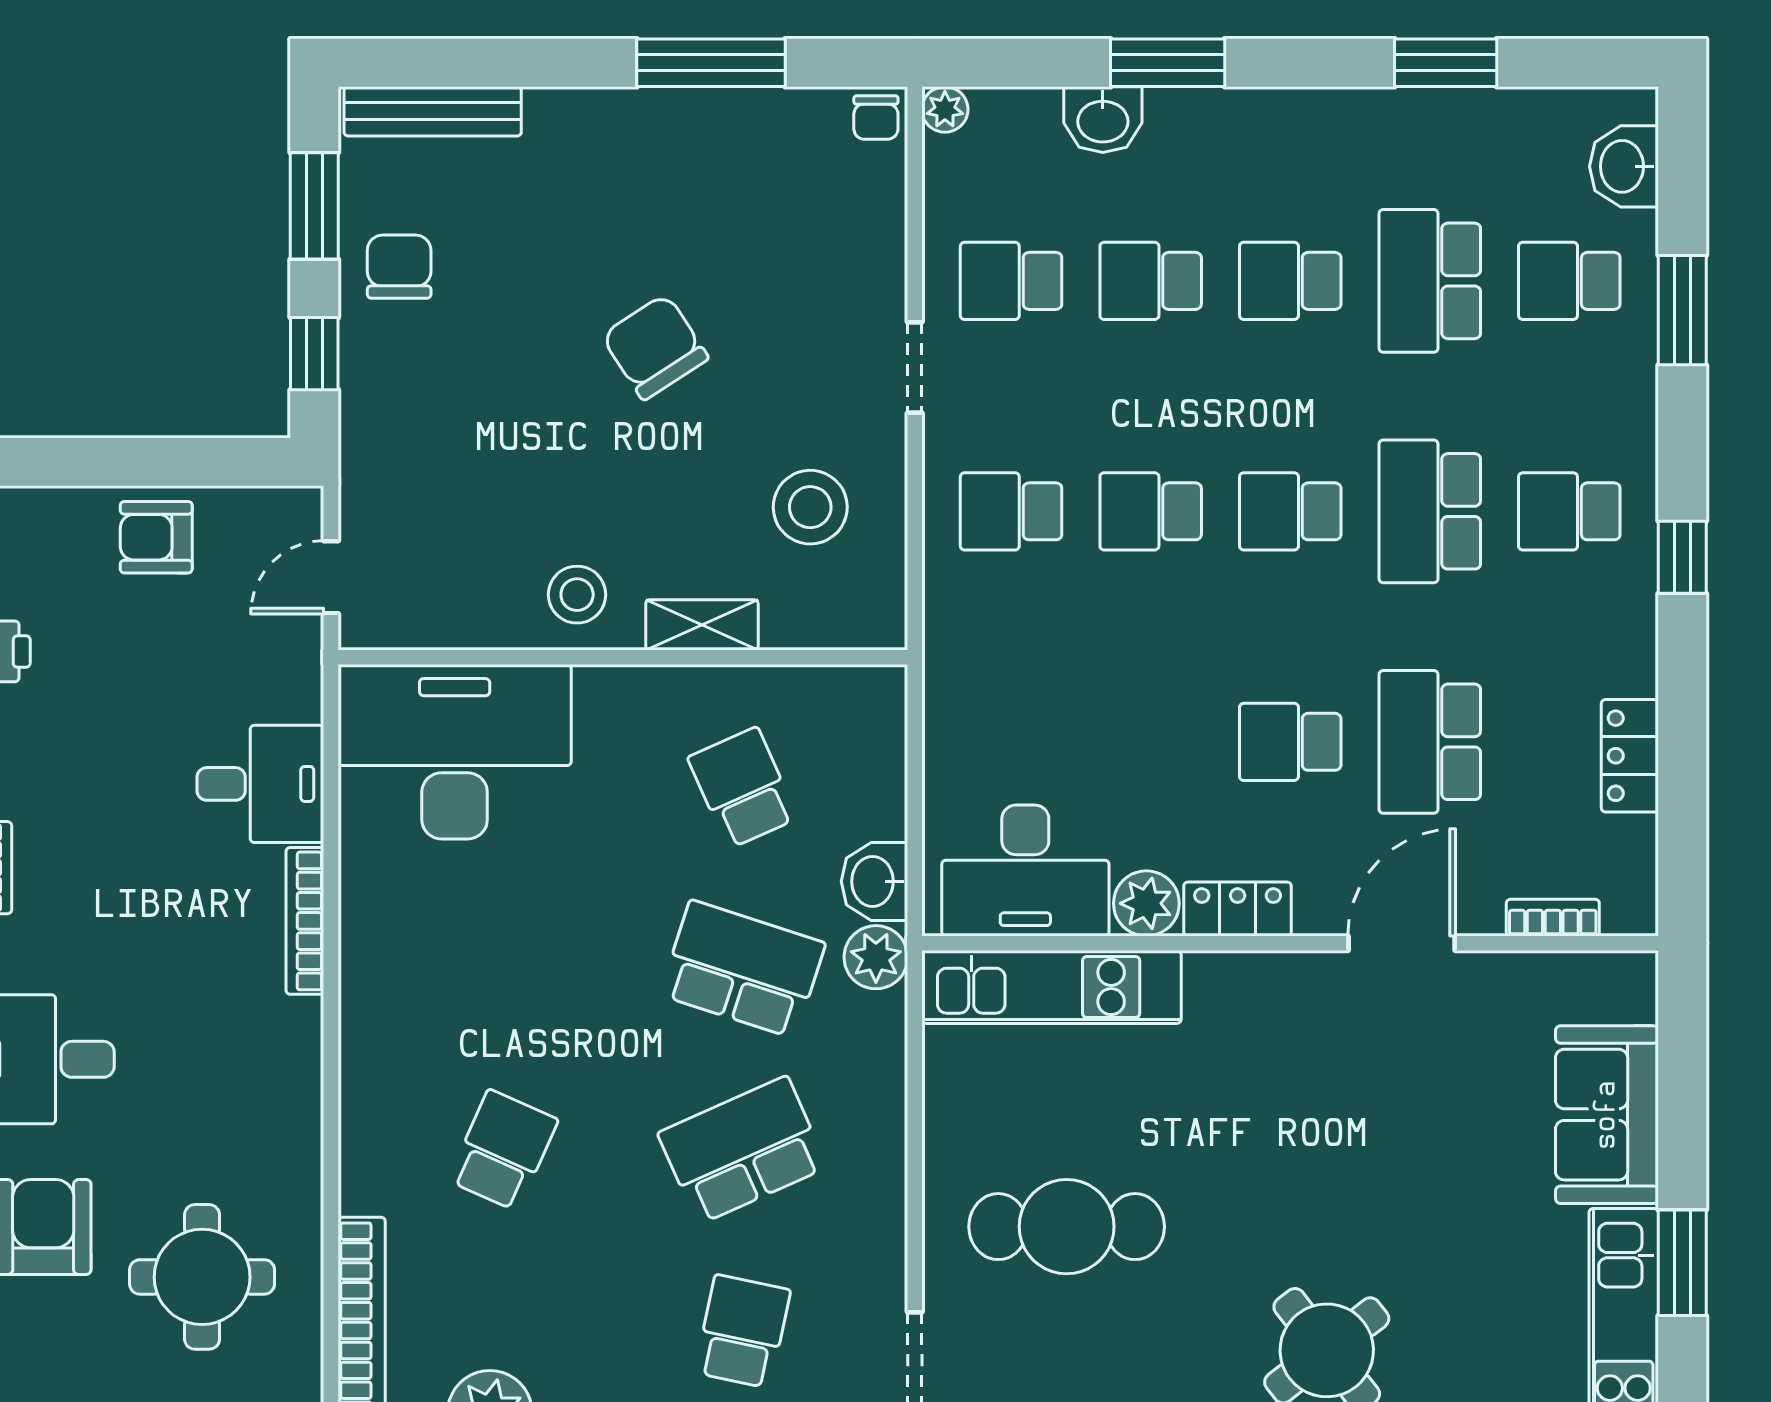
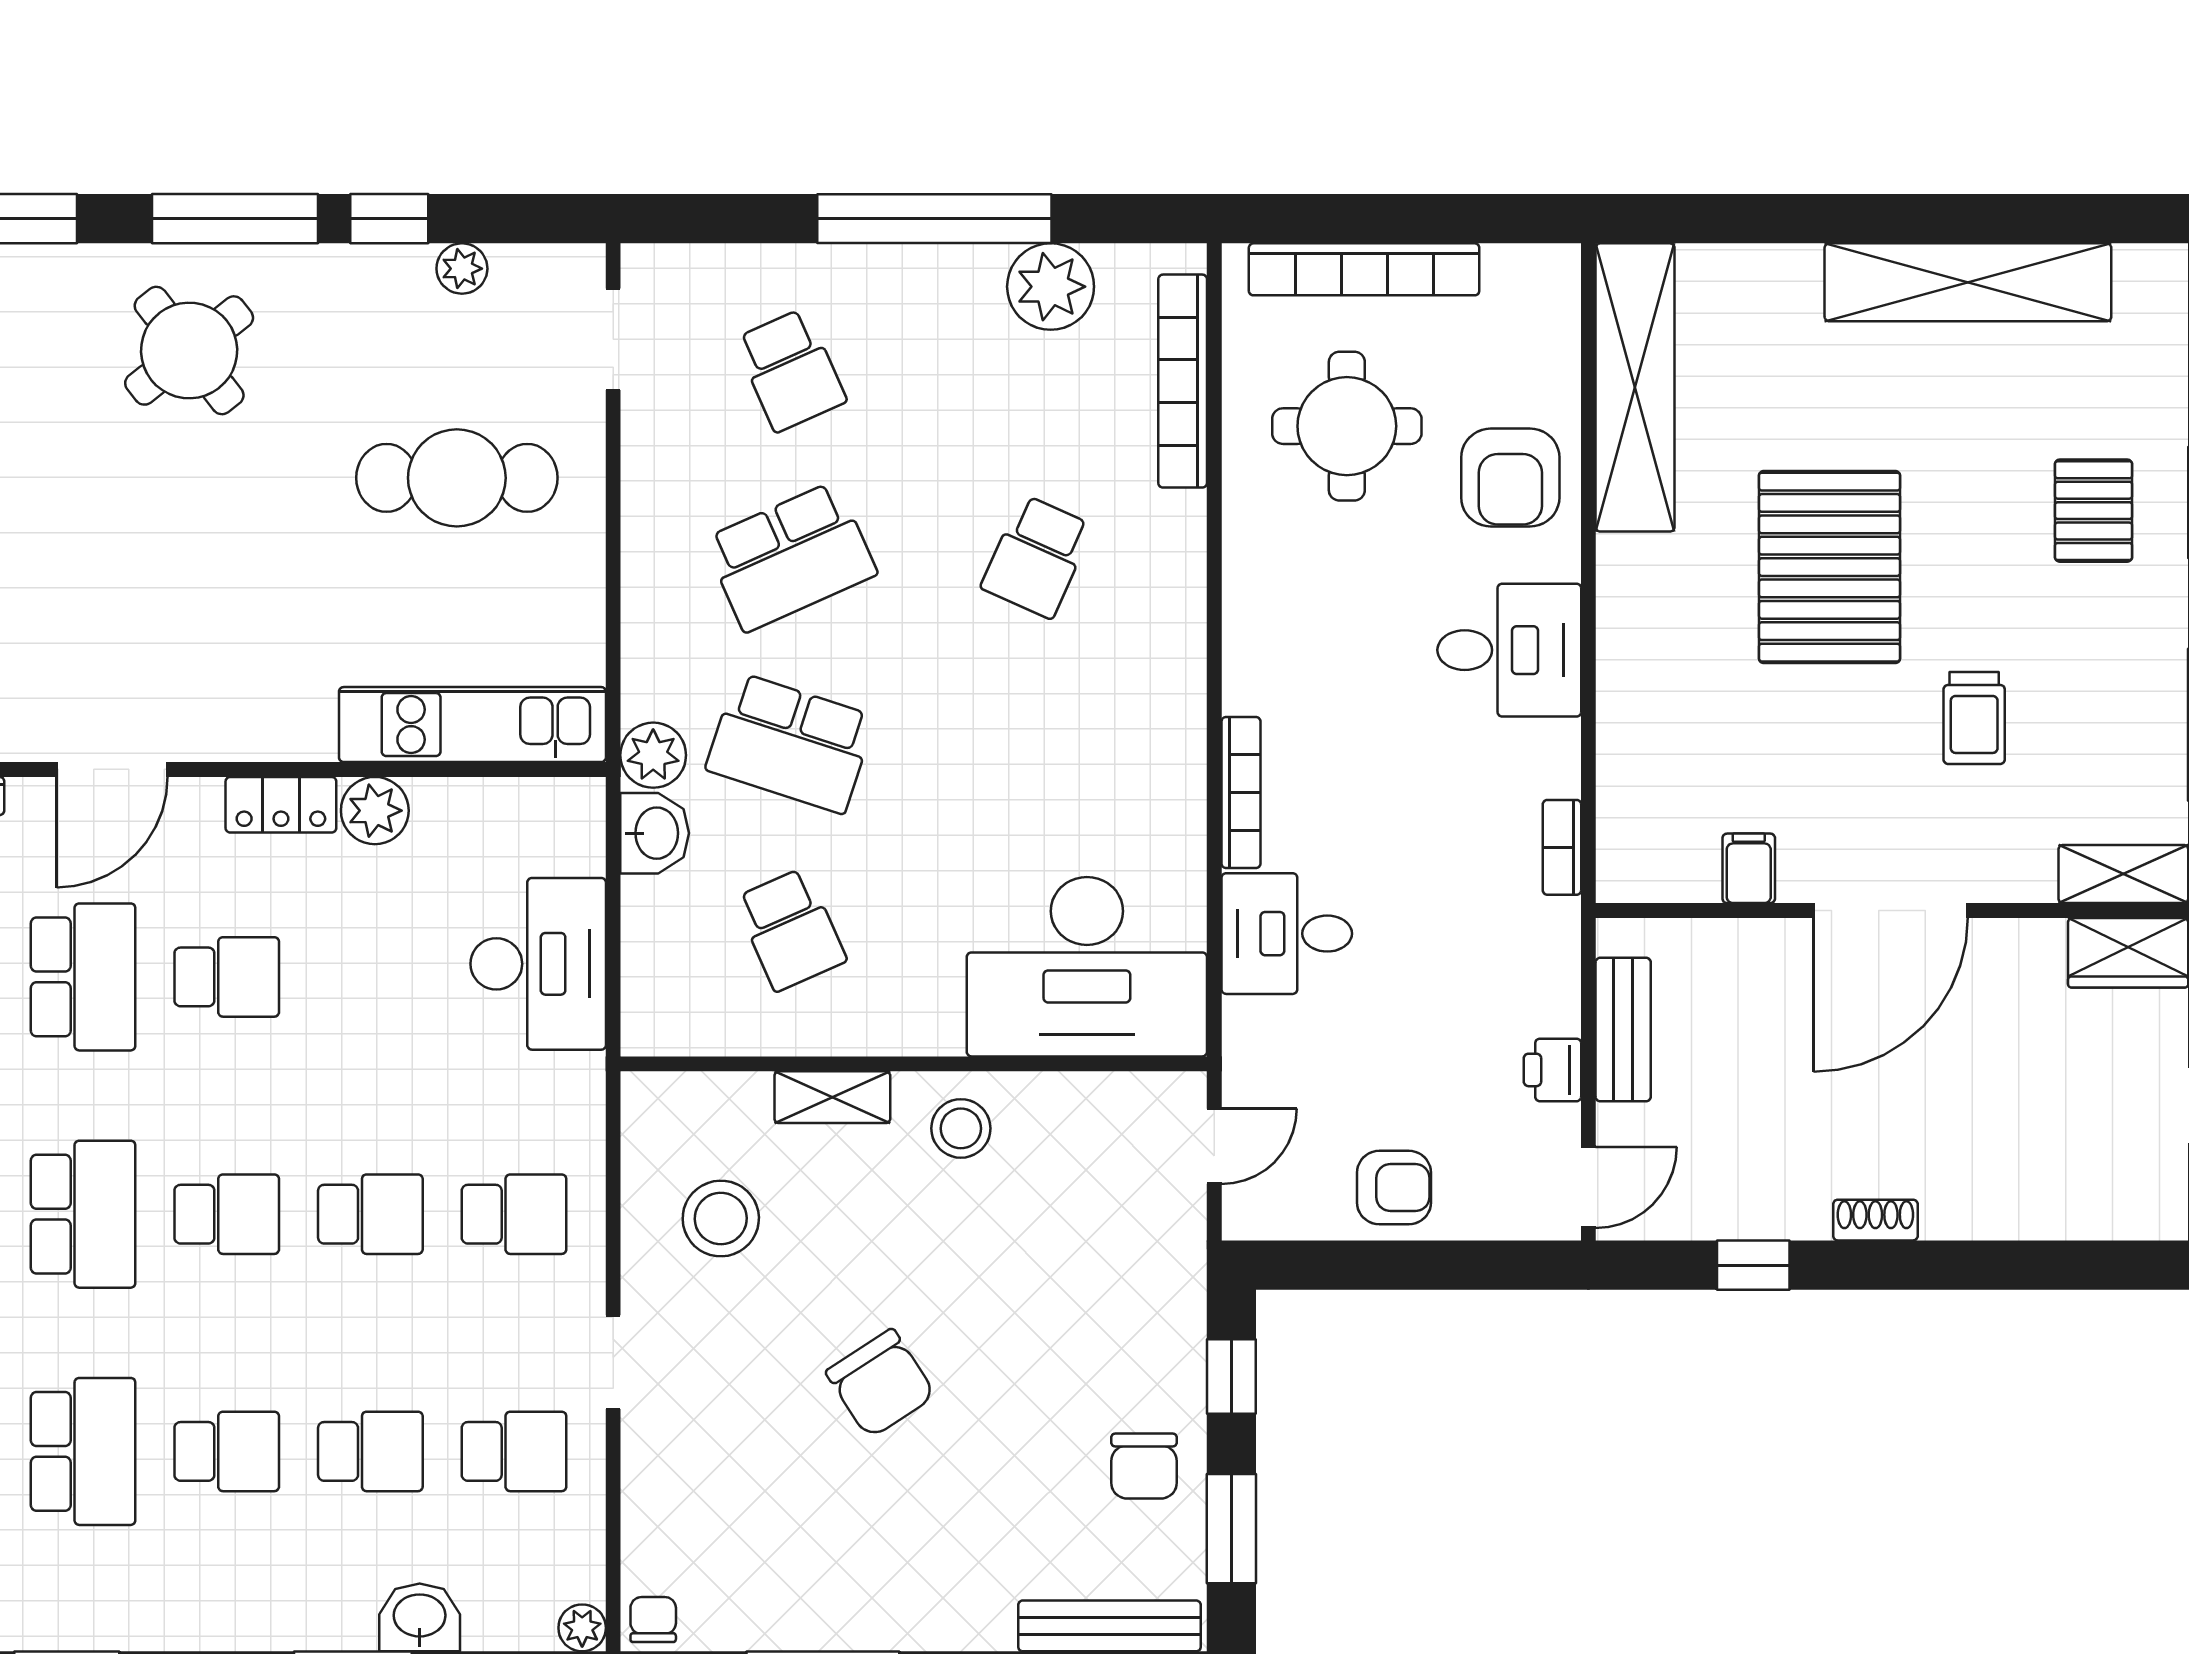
desk: (1025, 871) -> (538, 964), moved, turned 90
school desk: (743, 1331) -> (790, 370), turned -36

